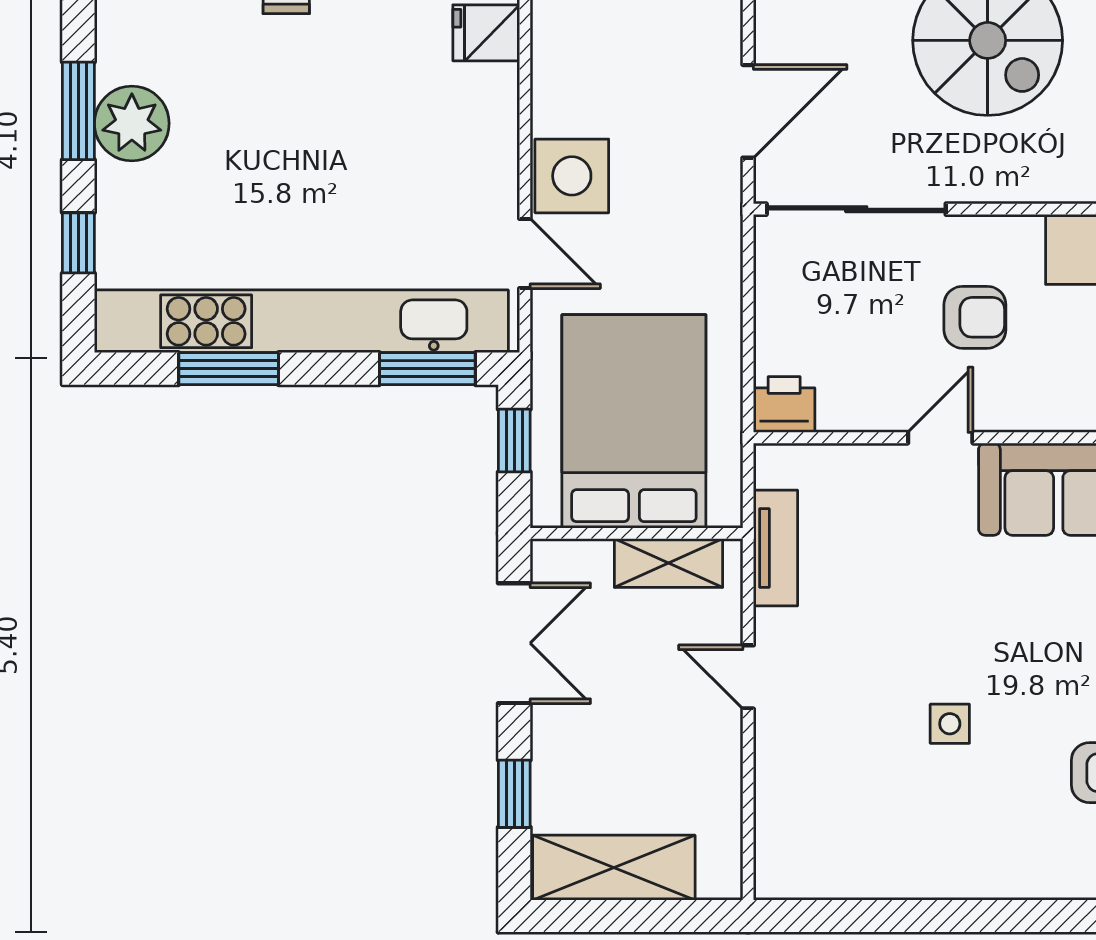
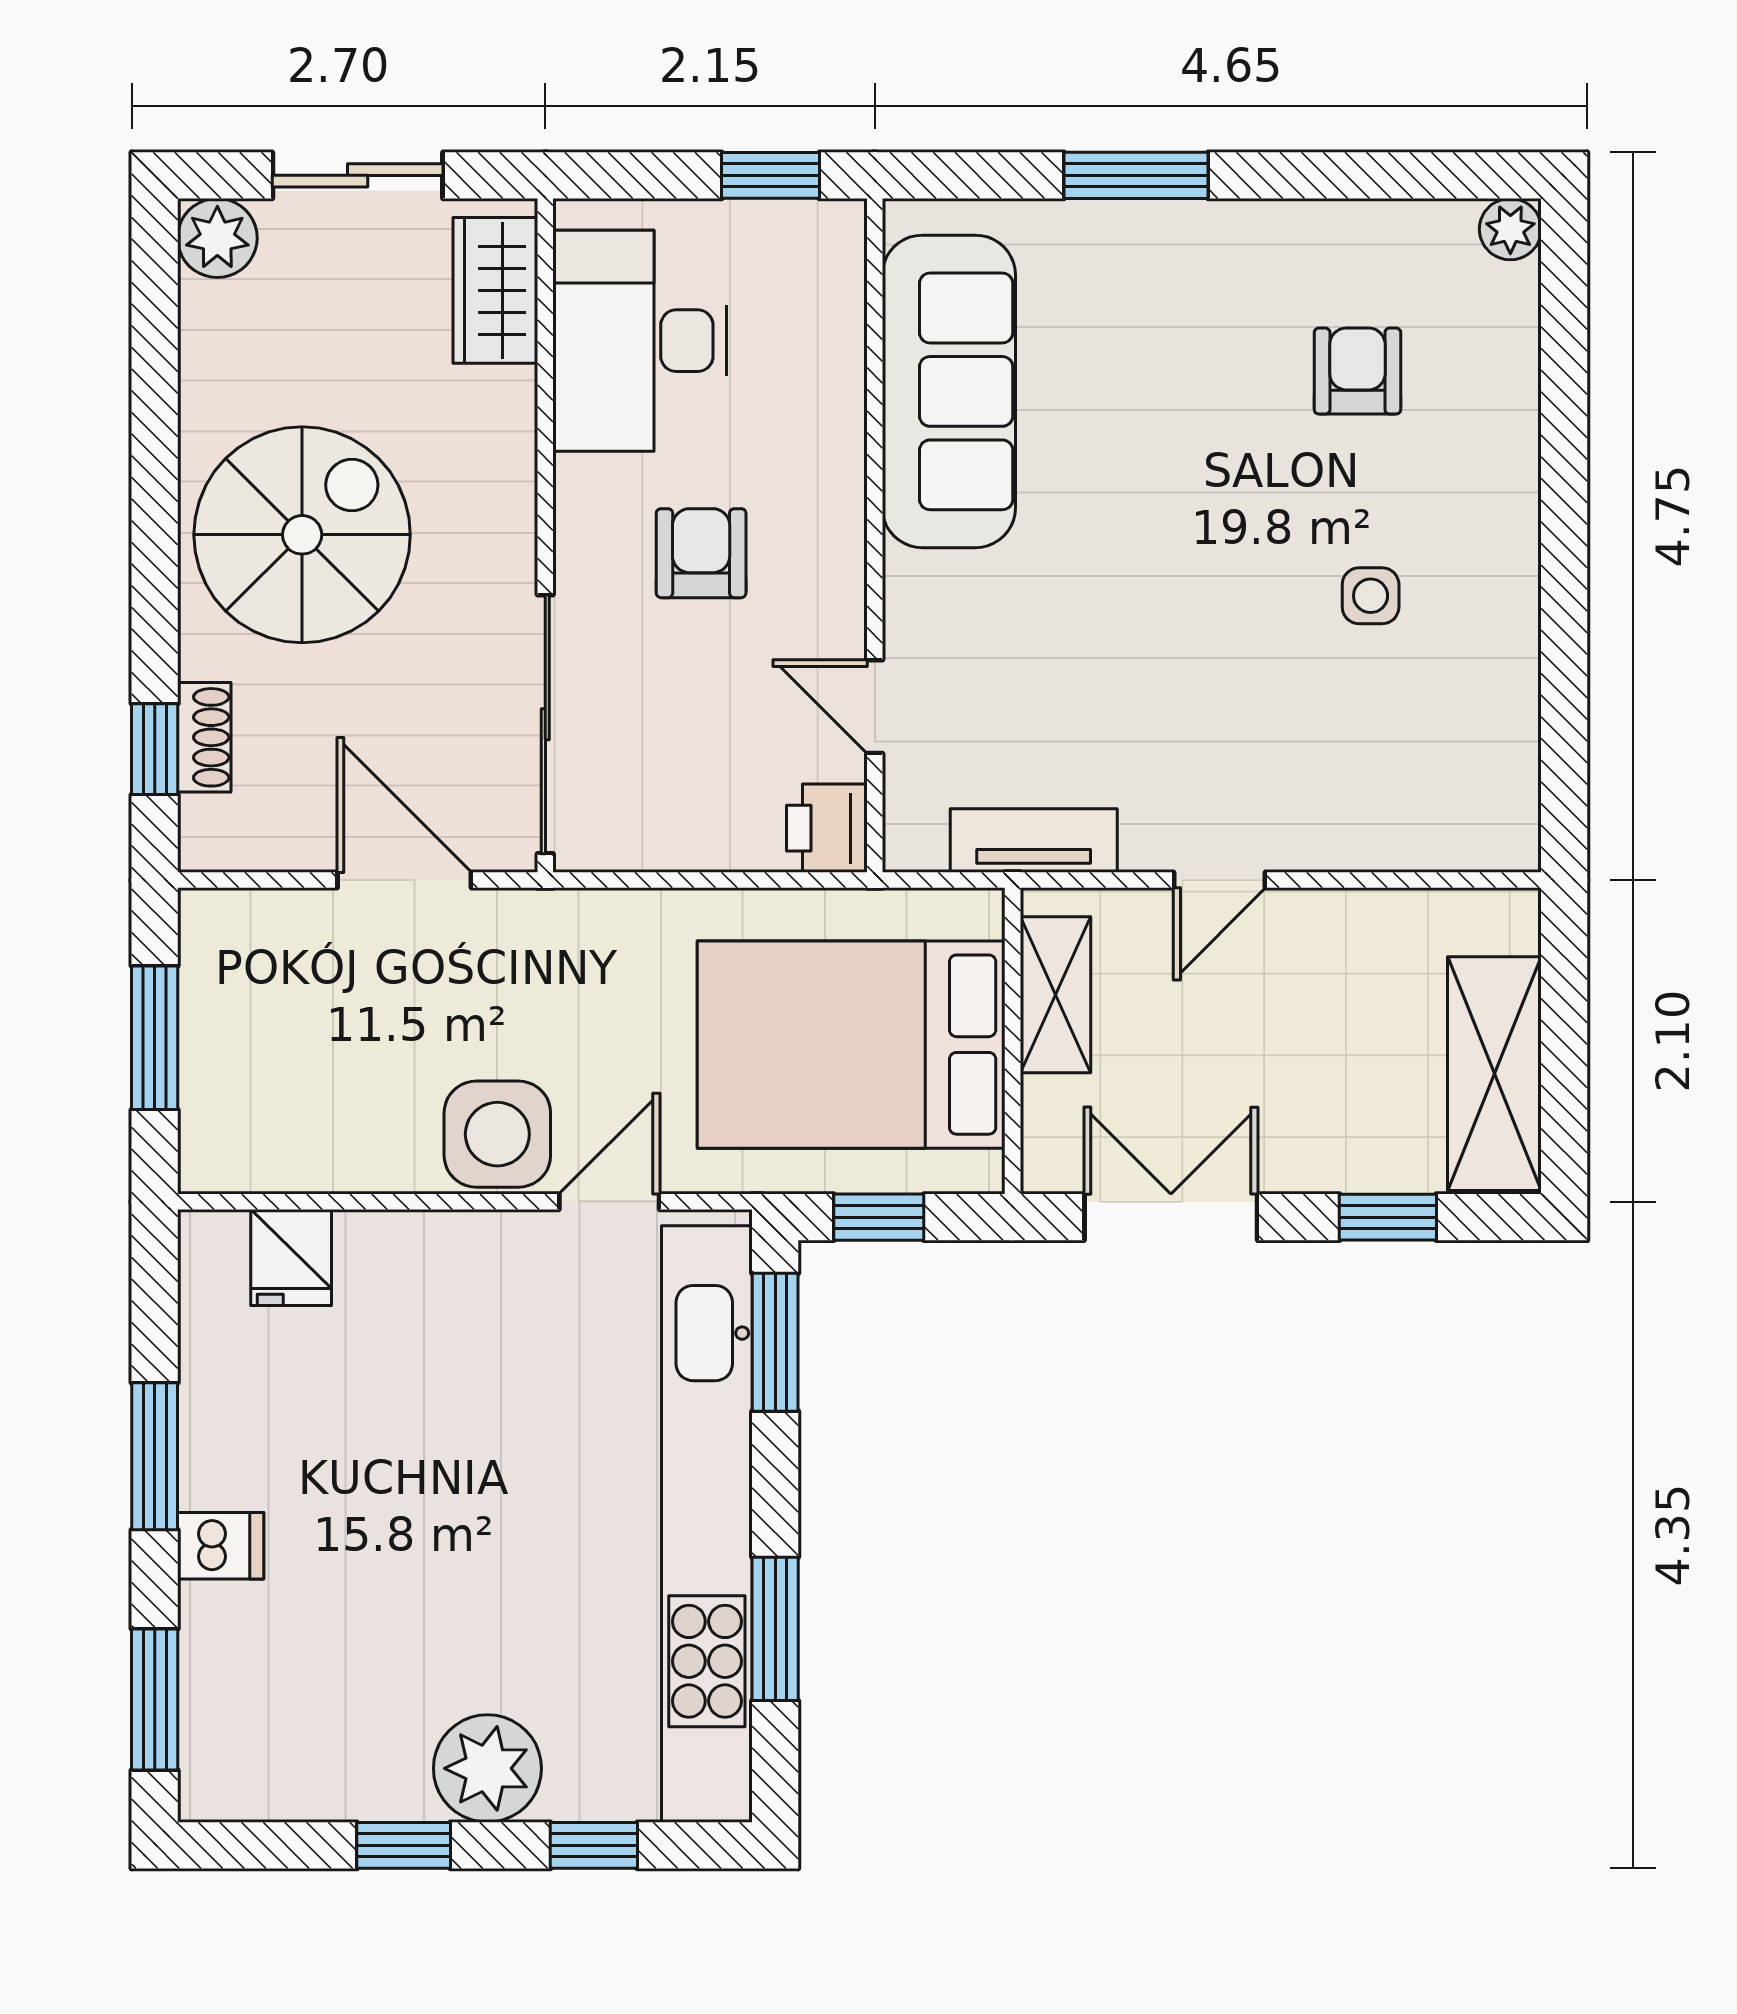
window: (78, 111) -> (404, 1845), width x0.67
plant: (132, 123) -> (487, 1768), moved
door: (940, 438) -> (875, 707), moved
side table: (950, 724) -> (1371, 596), moved

